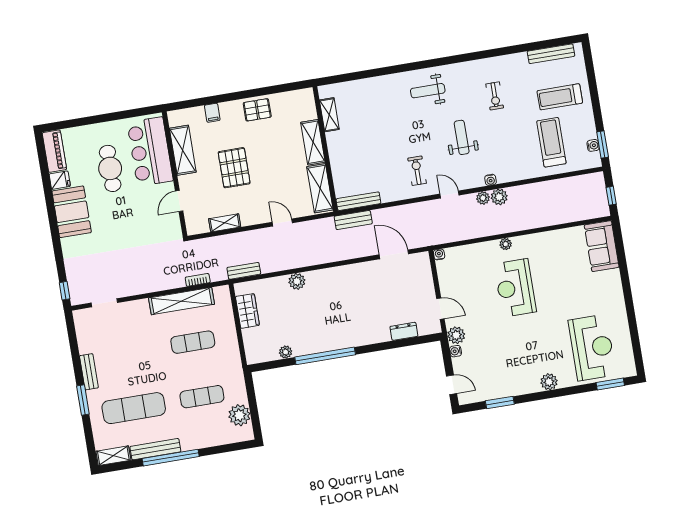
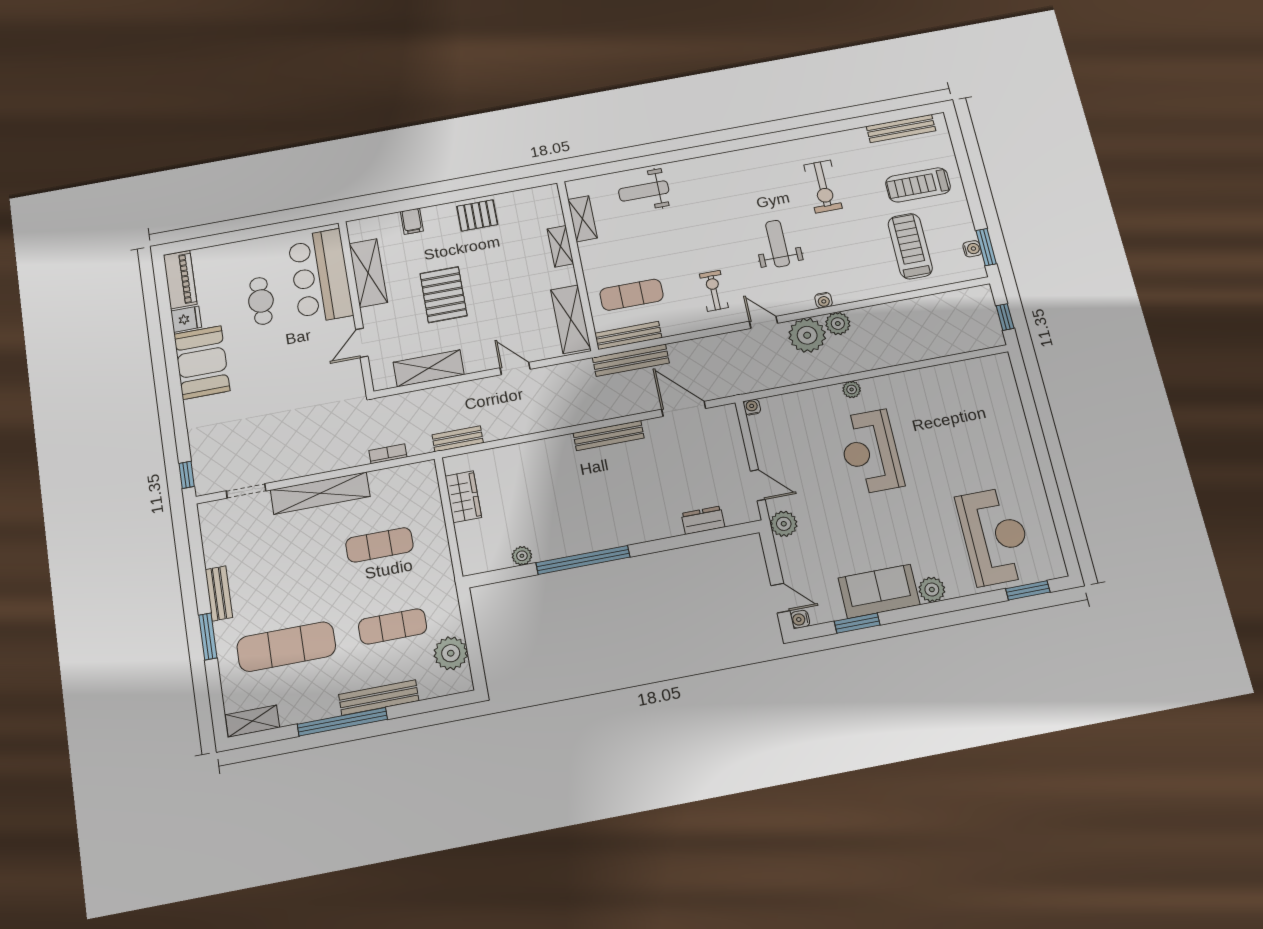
weight bench: (428, 91) -> (644, 191), moved
exercise bike: (495, 96) -> (823, 187), width x1.38, depth x1.39
shelving: (313, 142) -> (560, 246), width x0.67, depth x0.75
cafe table: (110, 168) -> (261, 301), width x0.73, depth x0.74
exercise mat: (361, 172) -> (632, 295), added
plant: (483, 198) -> (807, 335), width x1.88, depth x1.88
bench: (353, 220) -> (631, 360), width x1.36
shelving: (225, 223) -> (429, 368), width x1.50, depth x1.33
sofa: (602, 246) -> (879, 591), moved, turned 90
bench: (344, 272) -> (609, 436), added
plant: (297, 281) -> (538, 452), removed
shelving: (181, 301) -> (320, 493), moved
water cooler: (456, 351) -> (800, 619), moved
bench: (155, 449) -> (379, 698), moved

